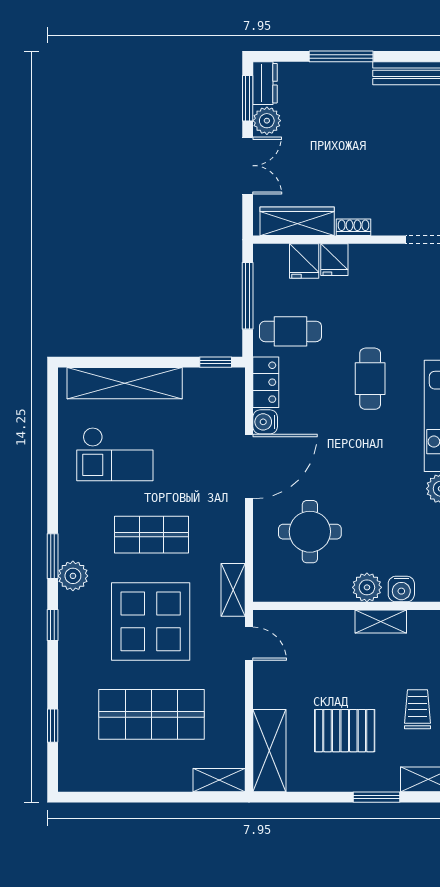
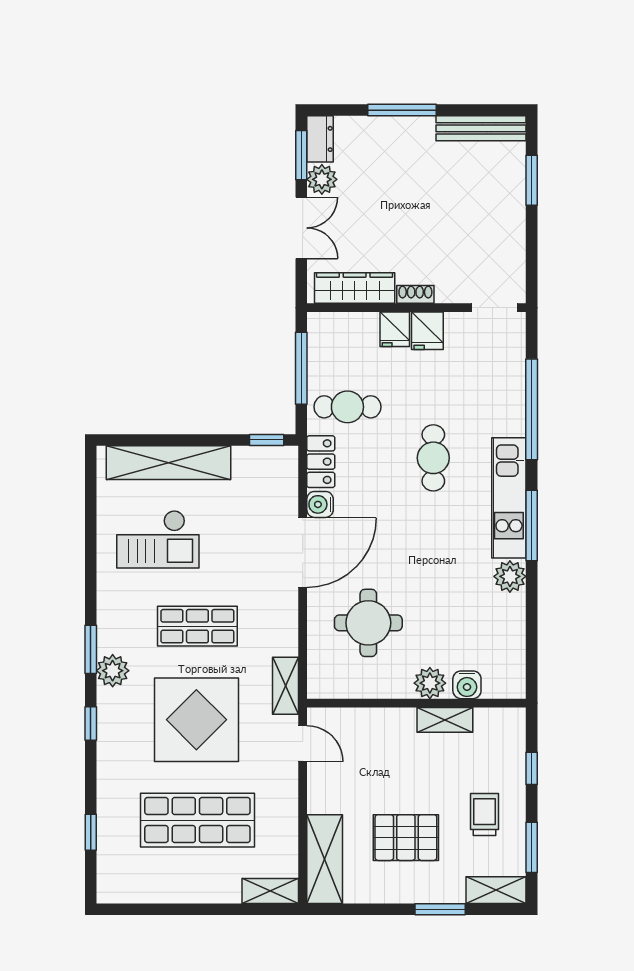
fridge: (304, 261) -> (427, 331), moved

